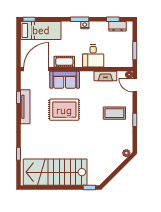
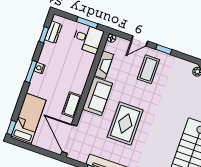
desk: (93, 56) -> (88, 39), moved
sofa: (65, 80) -> (98, 96), moved
door: (135, 85) -> (139, 41), moved

